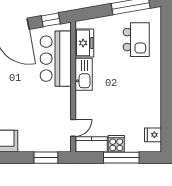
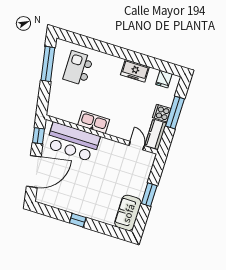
kitchen island: (136, 40) -> (78, 68), turned -90
freezer: (84, 43) -> (135, 71), moved, turned 180
window: (46, 158) -> (149, 195), moved

